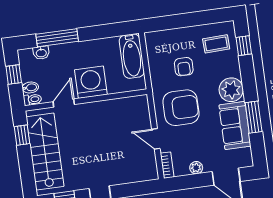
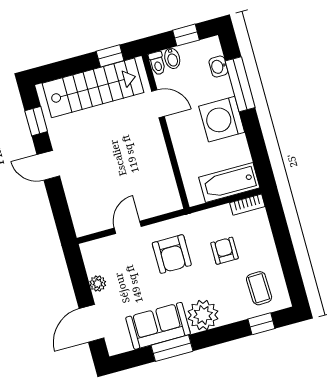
armchair: (184, 67) -> (224, 251), turned 90
washing machine: (91, 82) -> (222, 119), moved, turned 180
armchair: (181, 108) -> (172, 254), width x0.73, depth x0.73
bookcase: (167, 165) -> (247, 205), moved

